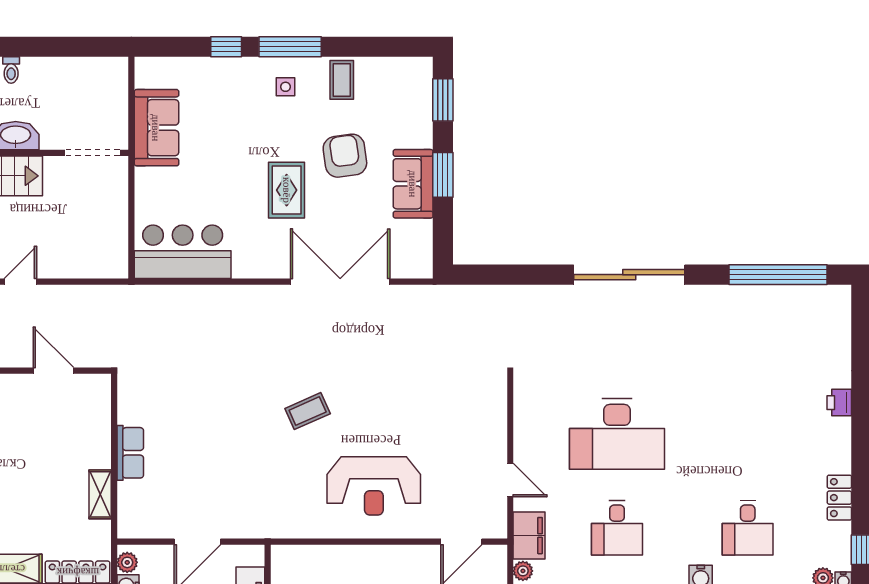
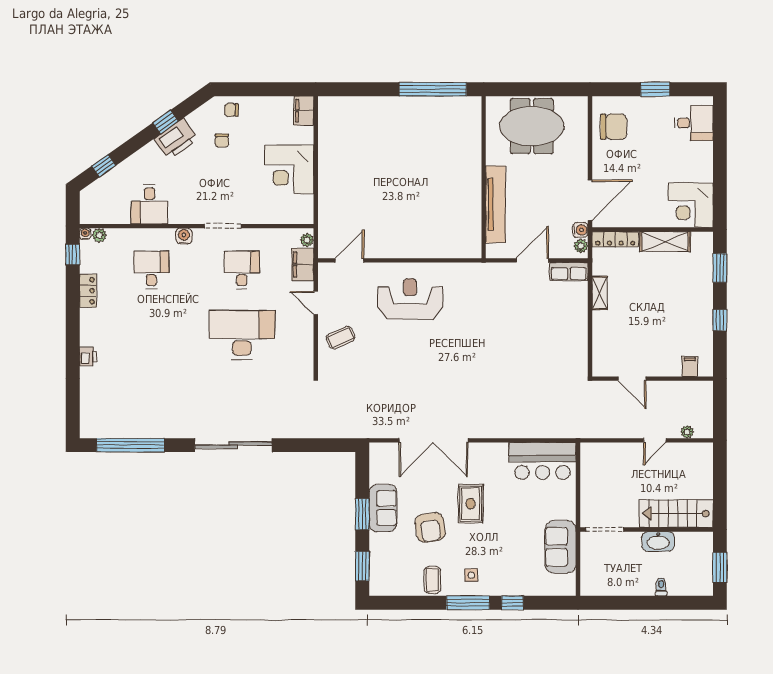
coffee table: (308, 411) -> (341, 338), moved
row of seats: (130, 453) -> (569, 272), moved, turned -90

